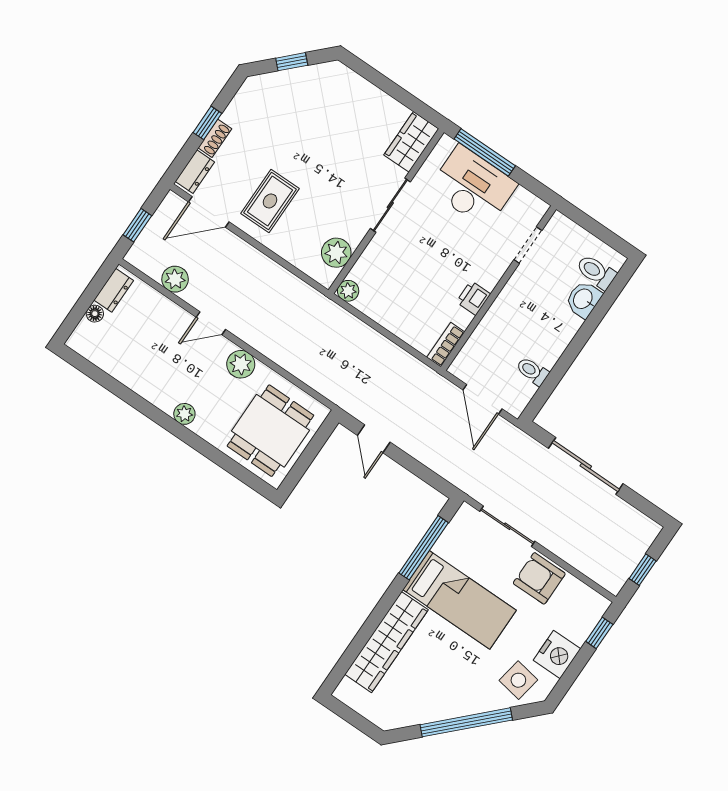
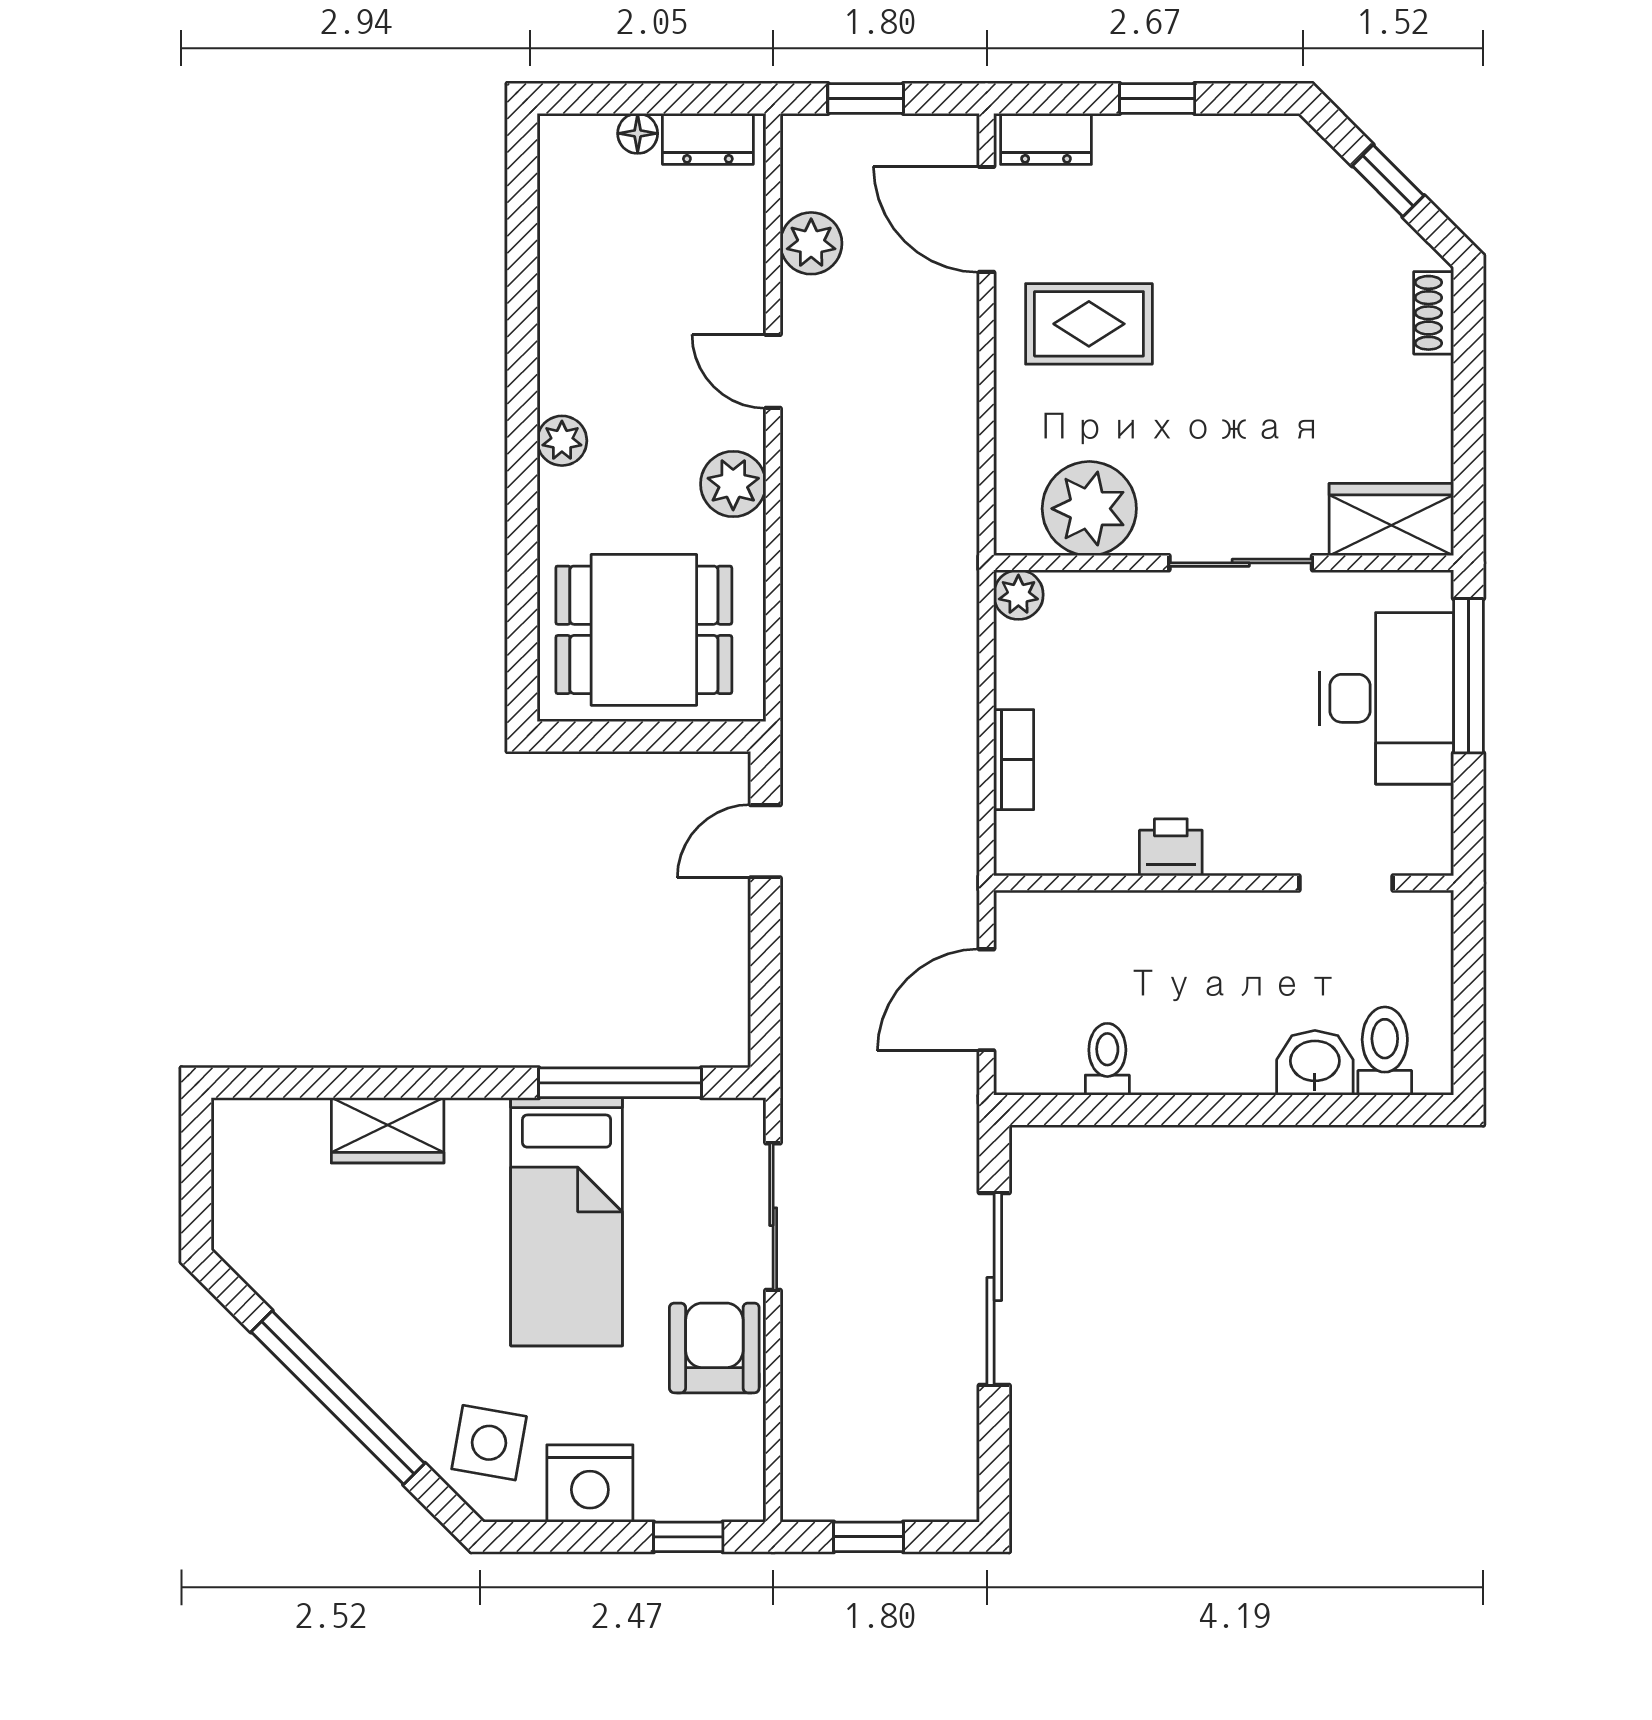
shoe rack: (215, 138) -> (1434, 313), moved, turned 90
plant: (336, 253) -> (1089, 509), width x1.36, depth x1.36
bookcase: (446, 345) -> (1014, 760), moved, turned 90
wardrobe: (386, 642) -> (388, 1130), width x0.48, depth x0.85

